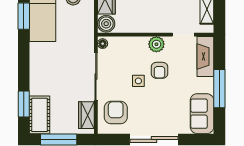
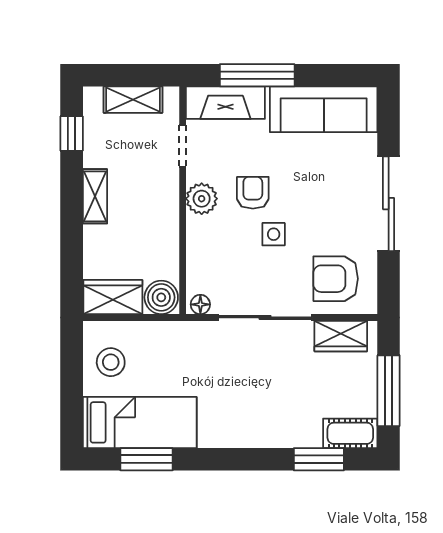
armchair: (159, 70) -> (253, 193), turned -90
window: (219, 89) -> (257, 75), moved
sofa: (202, 114) -> (324, 109), width x1.36
cot: (39, 115) -> (350, 433), width x0.73, depth x0.75

